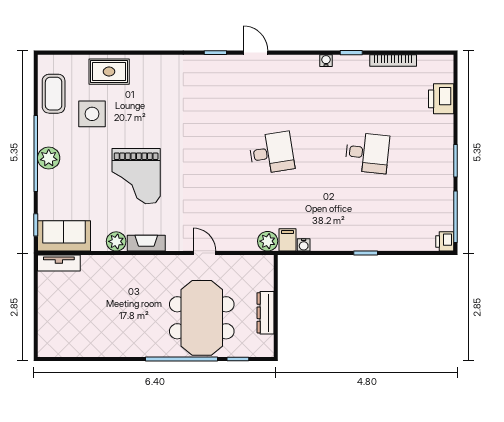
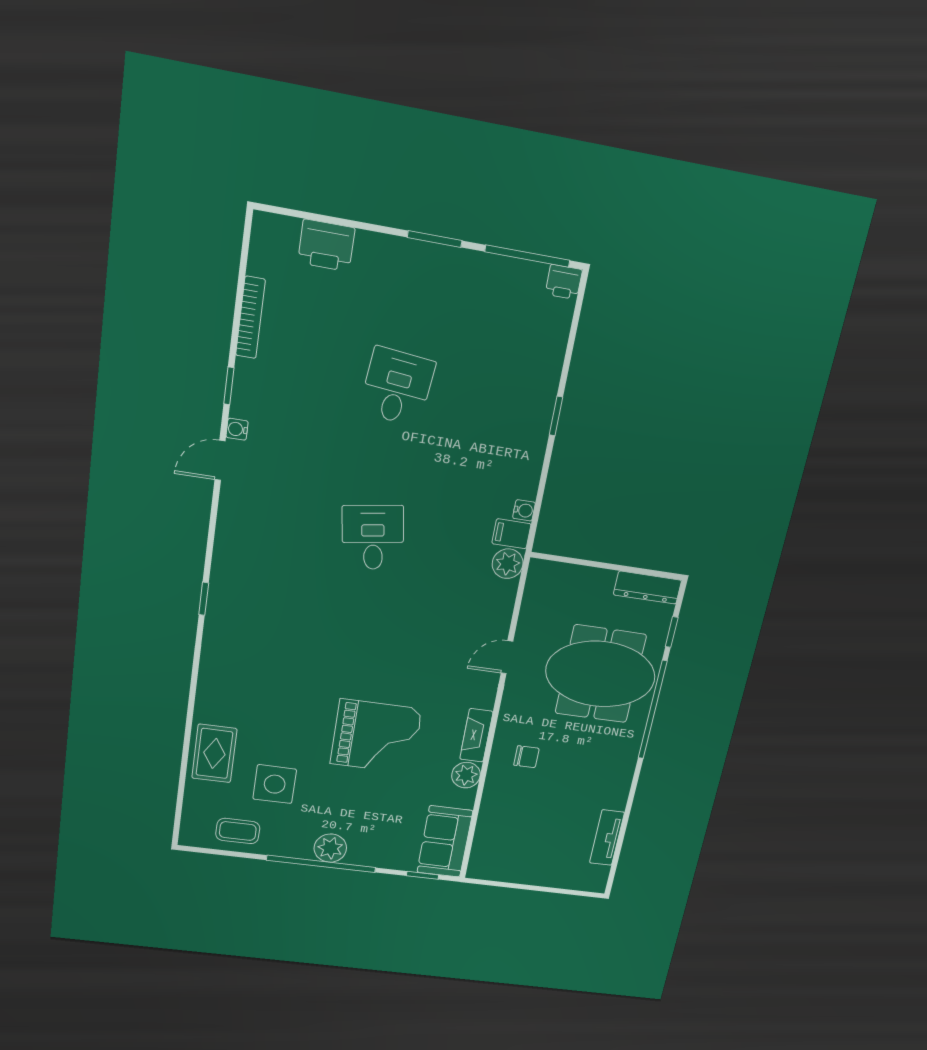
door: (255, 53) -> (220, 460), moved
coffee table: (54, 94) -> (238, 831), width x0.73, depth x0.77
tv unit: (59, 263) -> (607, 838), moved, turned 180
chair: (135, 280) -> (526, 757), added
dresser: (266, 313) -> (647, 588), moved

